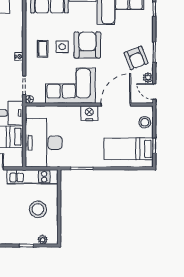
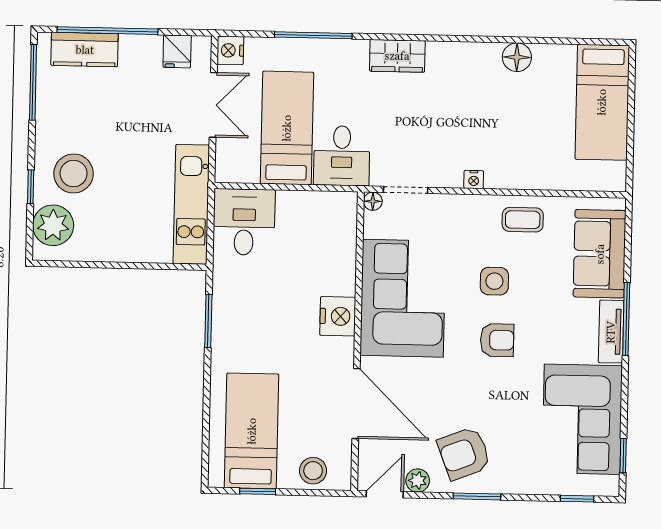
armchair: (87, 45) -> (497, 340), width x0.53, depth x0.53
coffee table: (43, 49) -> (523, 220), moved
nightstand: (89, 113) -> (338, 316), moved
desk: (44, 143) -> (244, 222), width x0.53, depth x0.77
stool: (38, 209) -> (74, 174), moved
plant: (43, 240) -> (53, 225), width x1.88, depth x1.88

